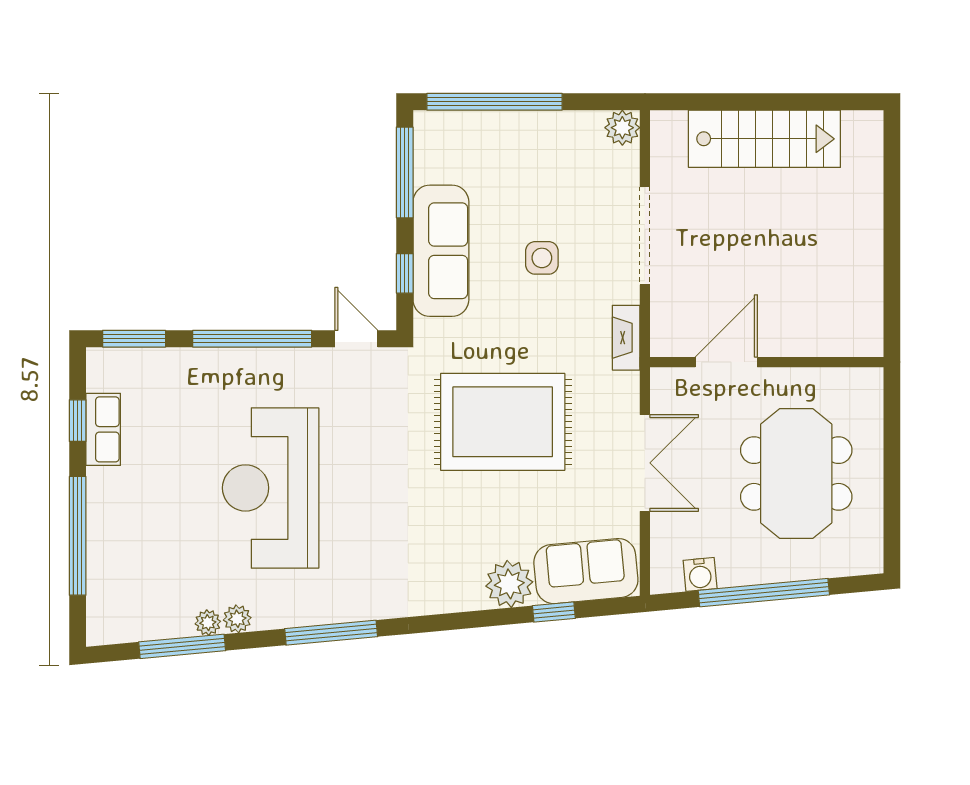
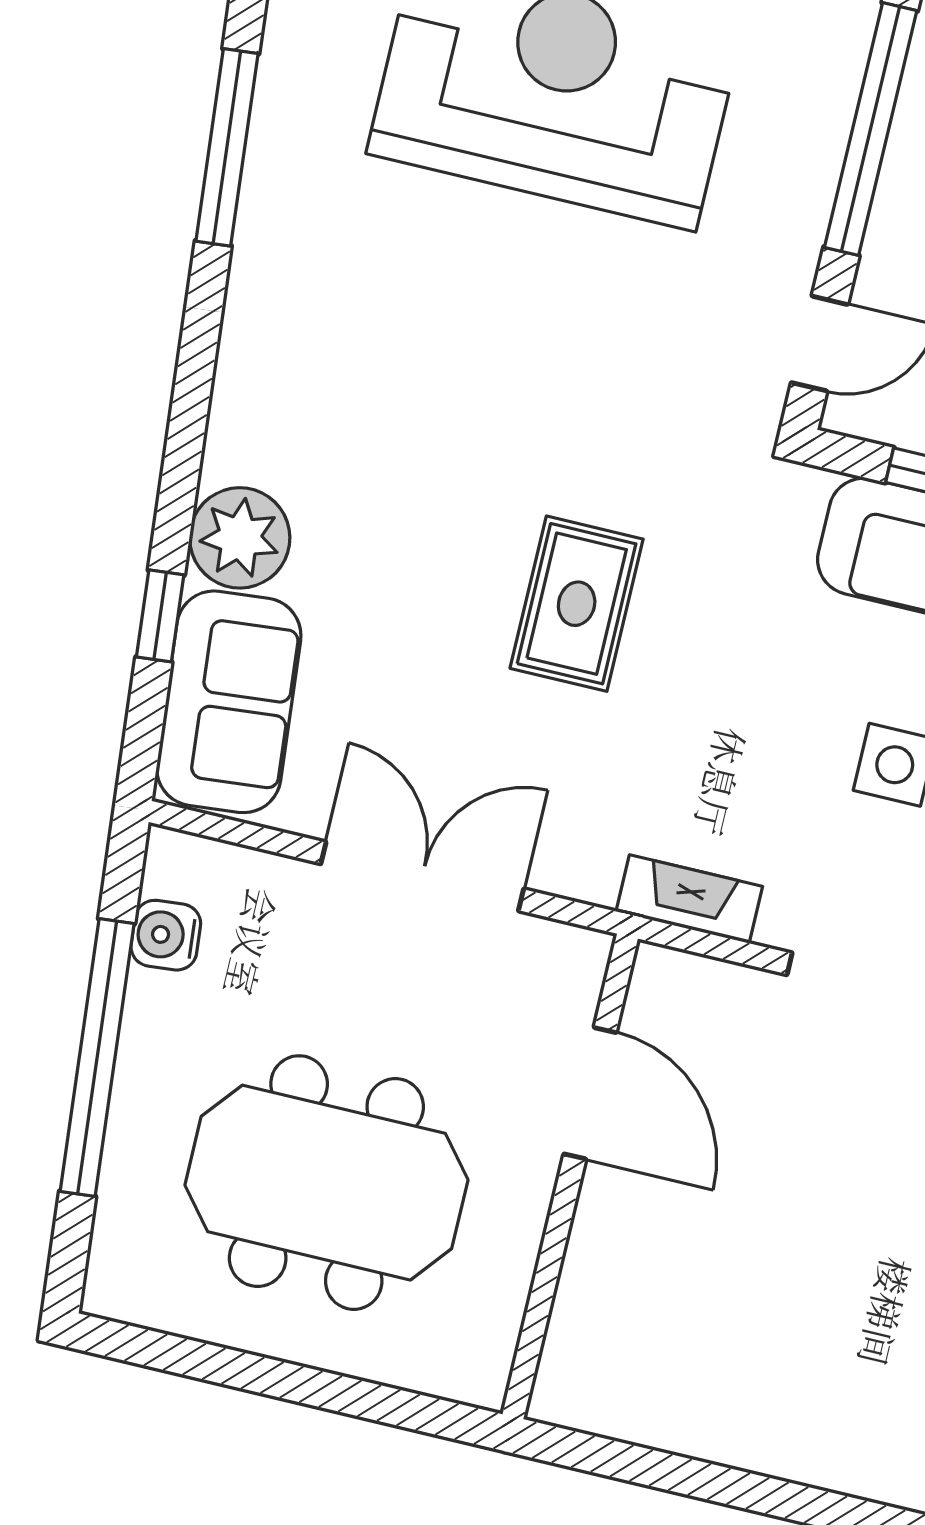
rug: (503, 422) -> (577, 604), width x0.54, depth x0.49
double door: (645, 463) -> (422, 876), swing flipped

